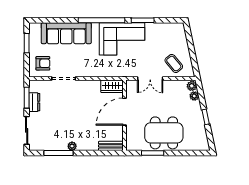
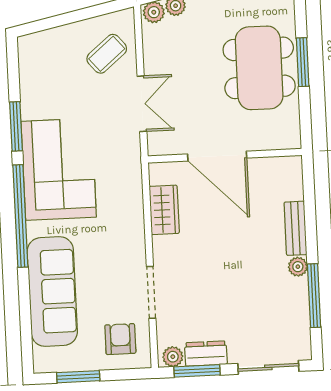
wardrobe: (112, 86) -> (164, 210), moved
plant: (34, 87) -> (173, 357), added
bench: (111, 146) -> (295, 228), moved
window: (153, 153) -> (303, 62), moved

